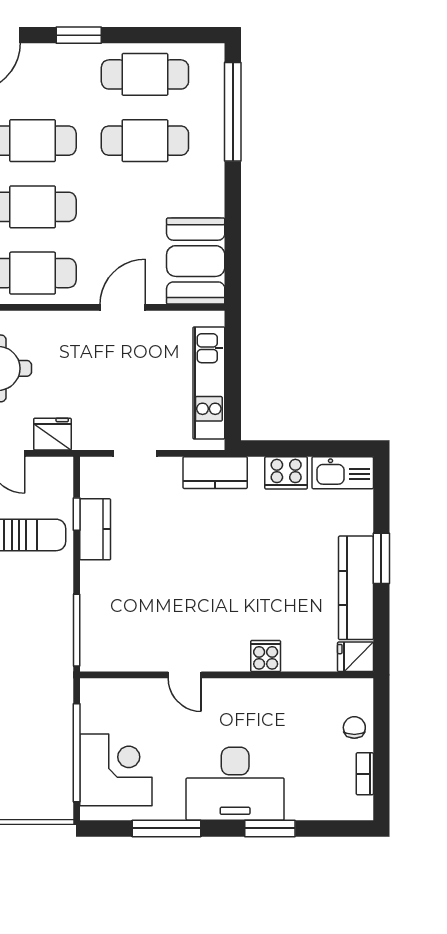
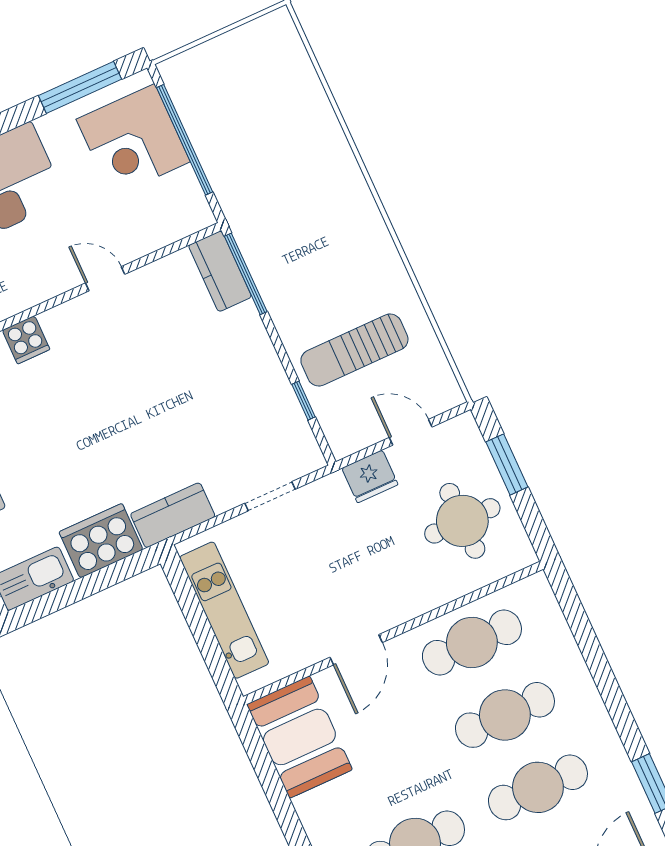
cooker: (286, 473) -> (101, 541), width x1.37, depth x1.31
kitchen counter: (95, 529) -> (220, 271), moved
window: (167, 828) -> (80, 87), moved

